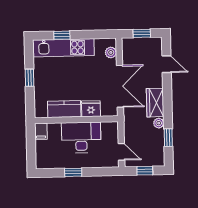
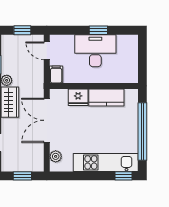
window: (62, 35) -> (124, 176), moved
window: (30, 78) -> (142, 132), width x3.17
filing cabinet: (41, 131) -> (56, 74), moved
desk: (81, 138) -> (95, 51), moved, turned 180

